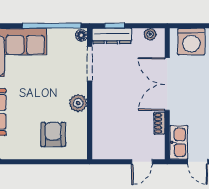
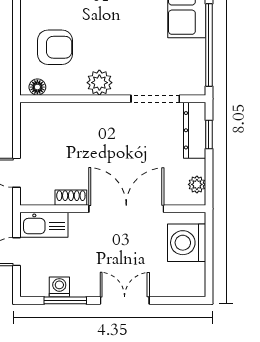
floor lamp: (81, 35) -> (37, 87), moved

